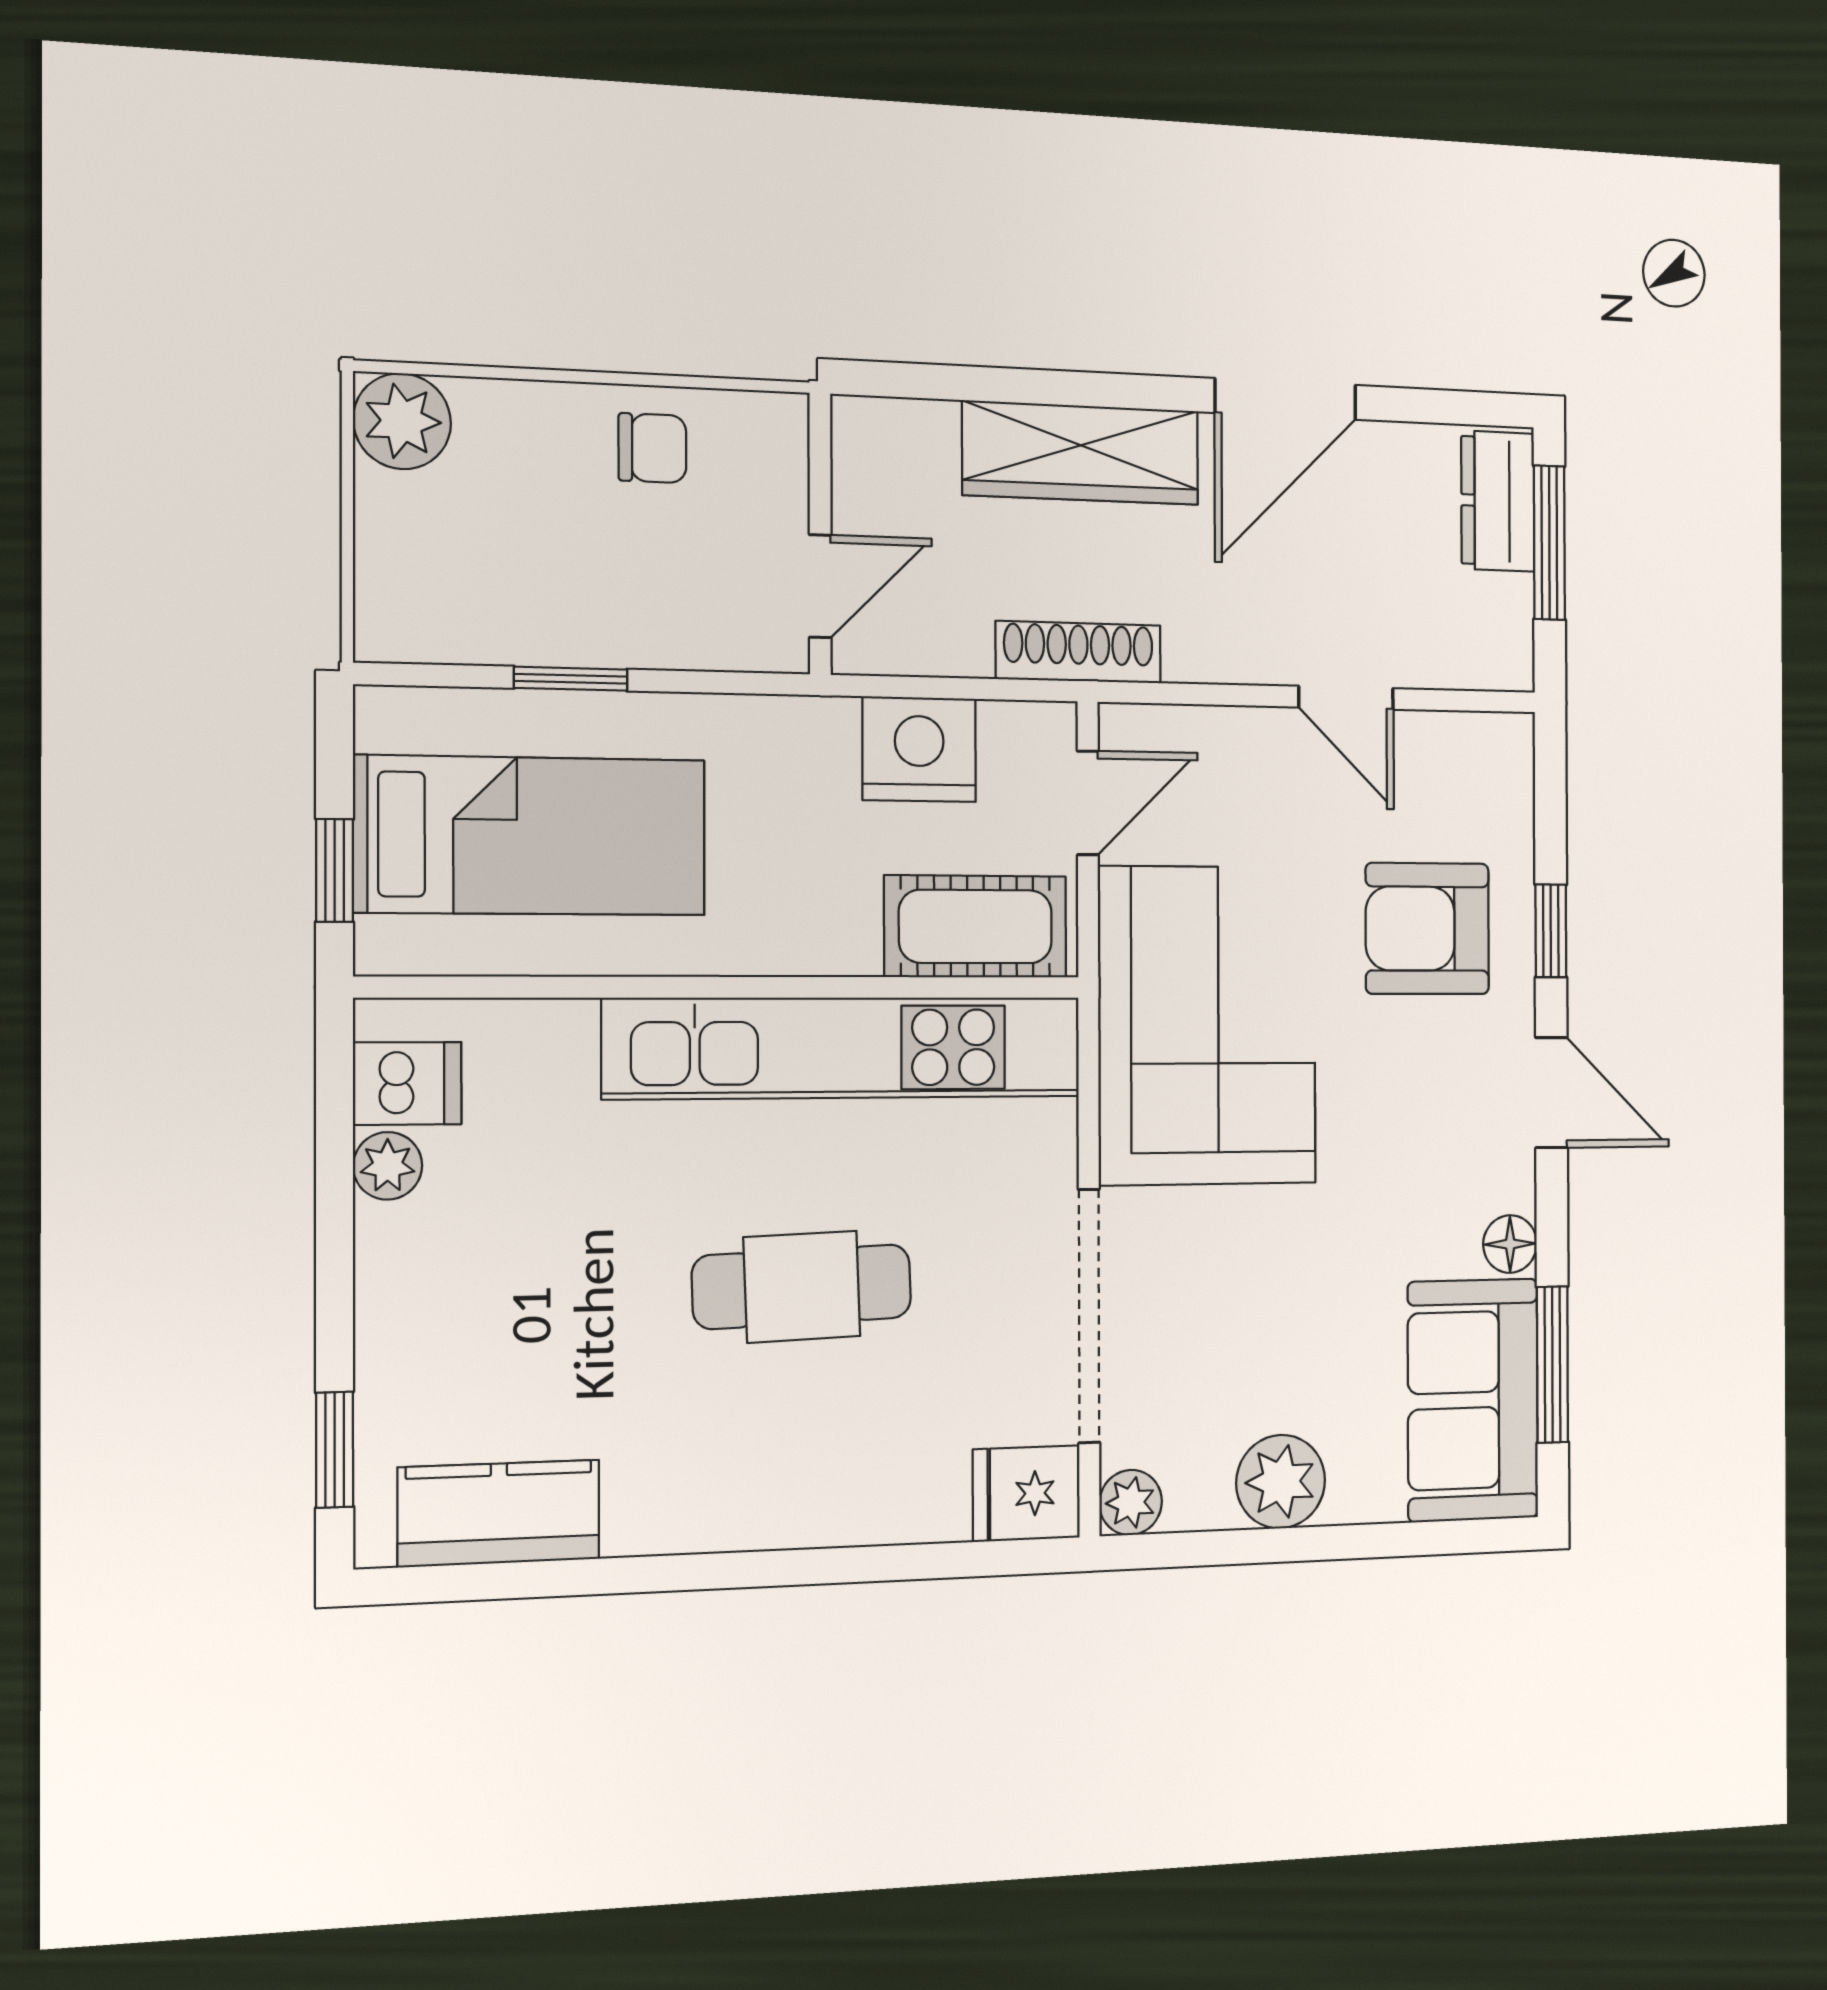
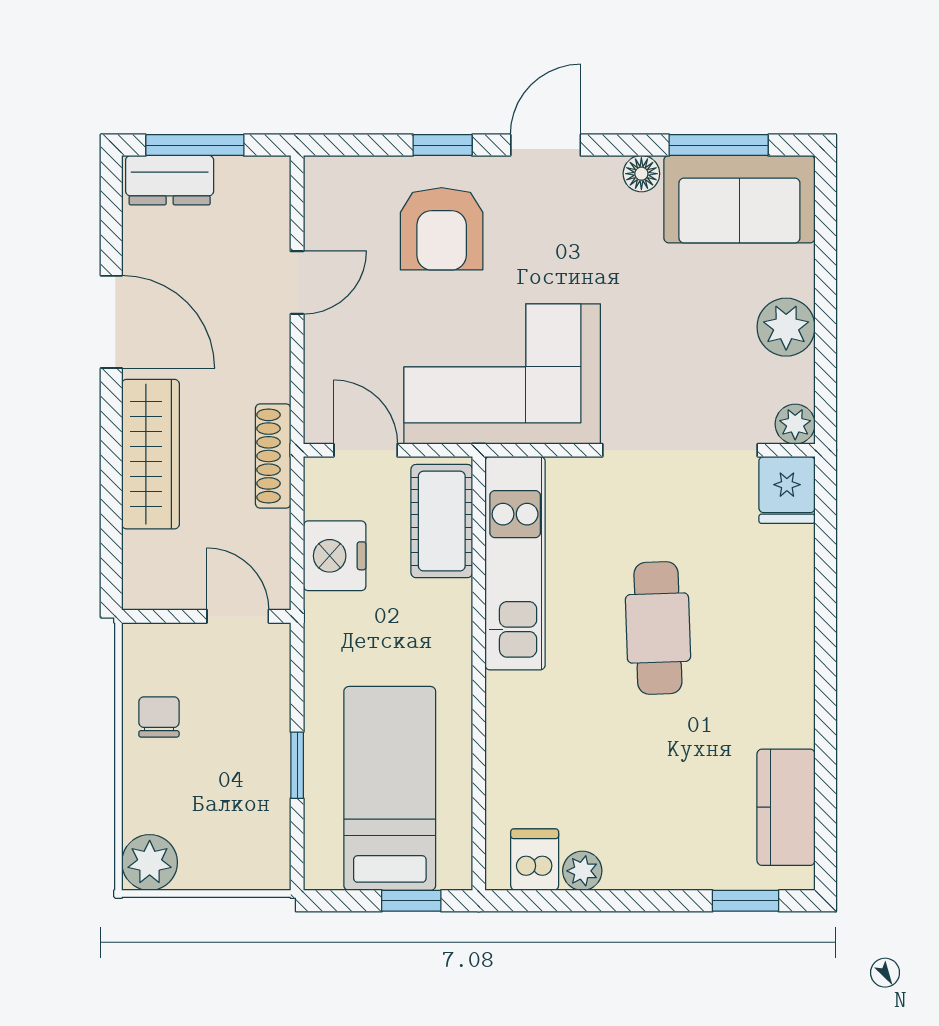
kitchen unit: (844, 1048) -> (515, 563), width x0.73

